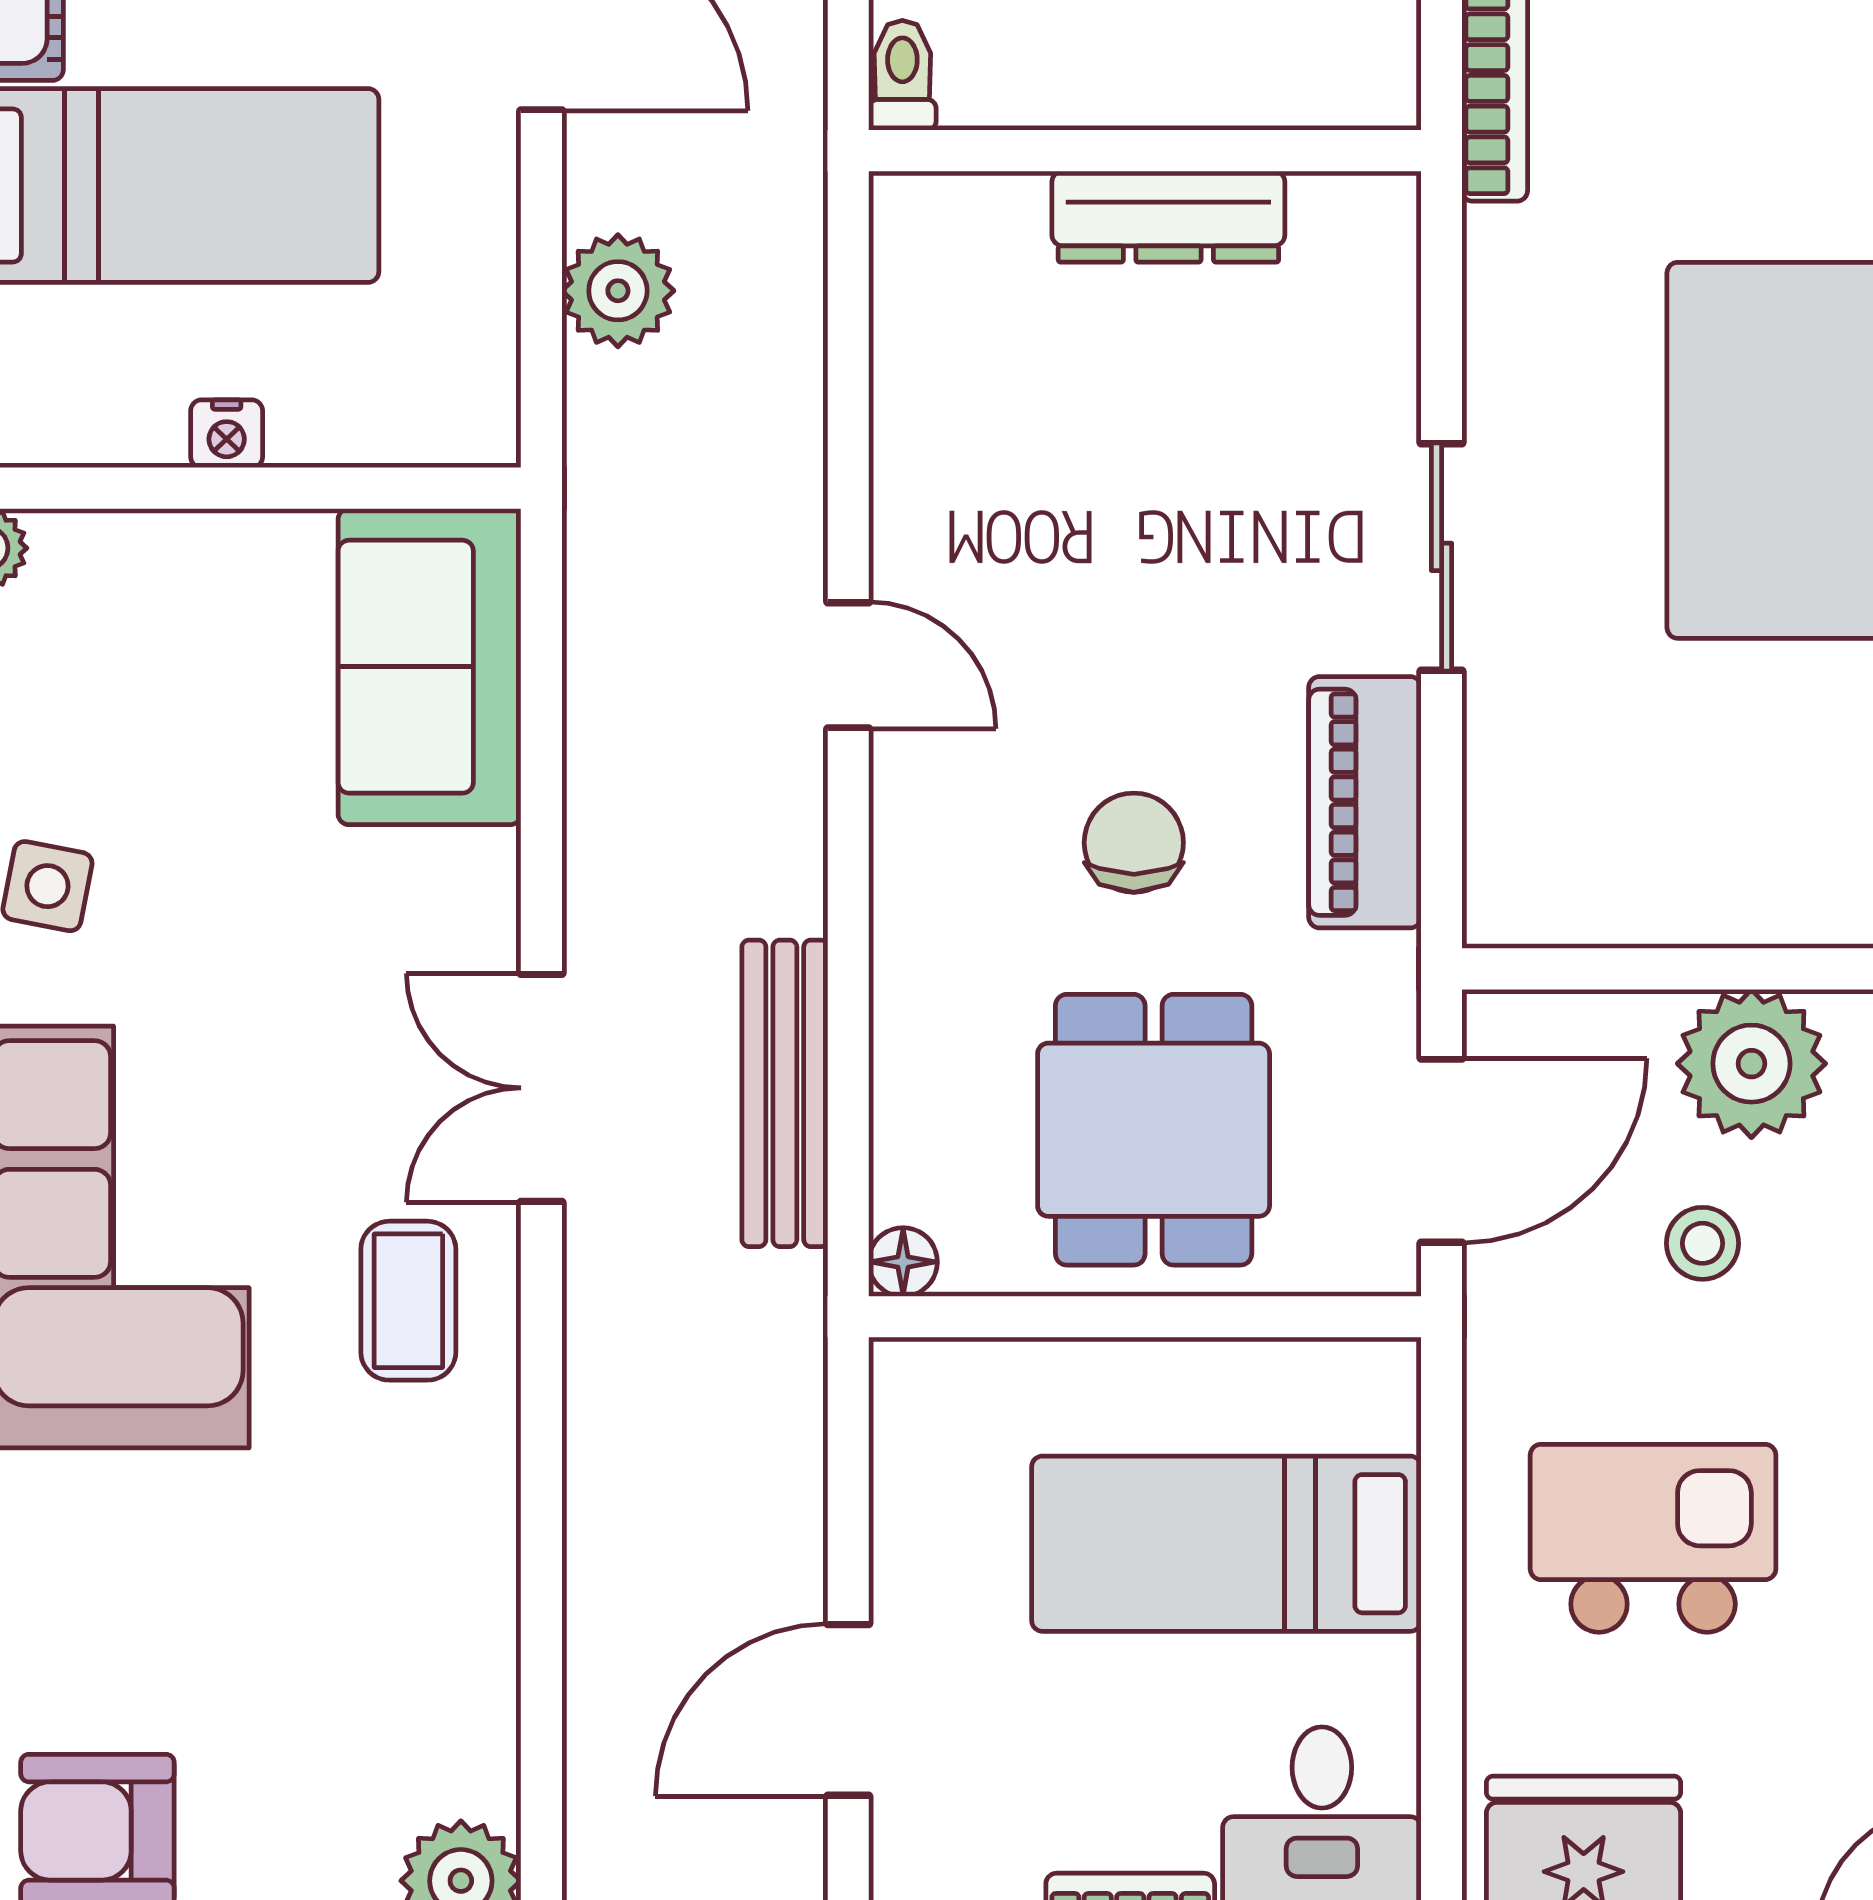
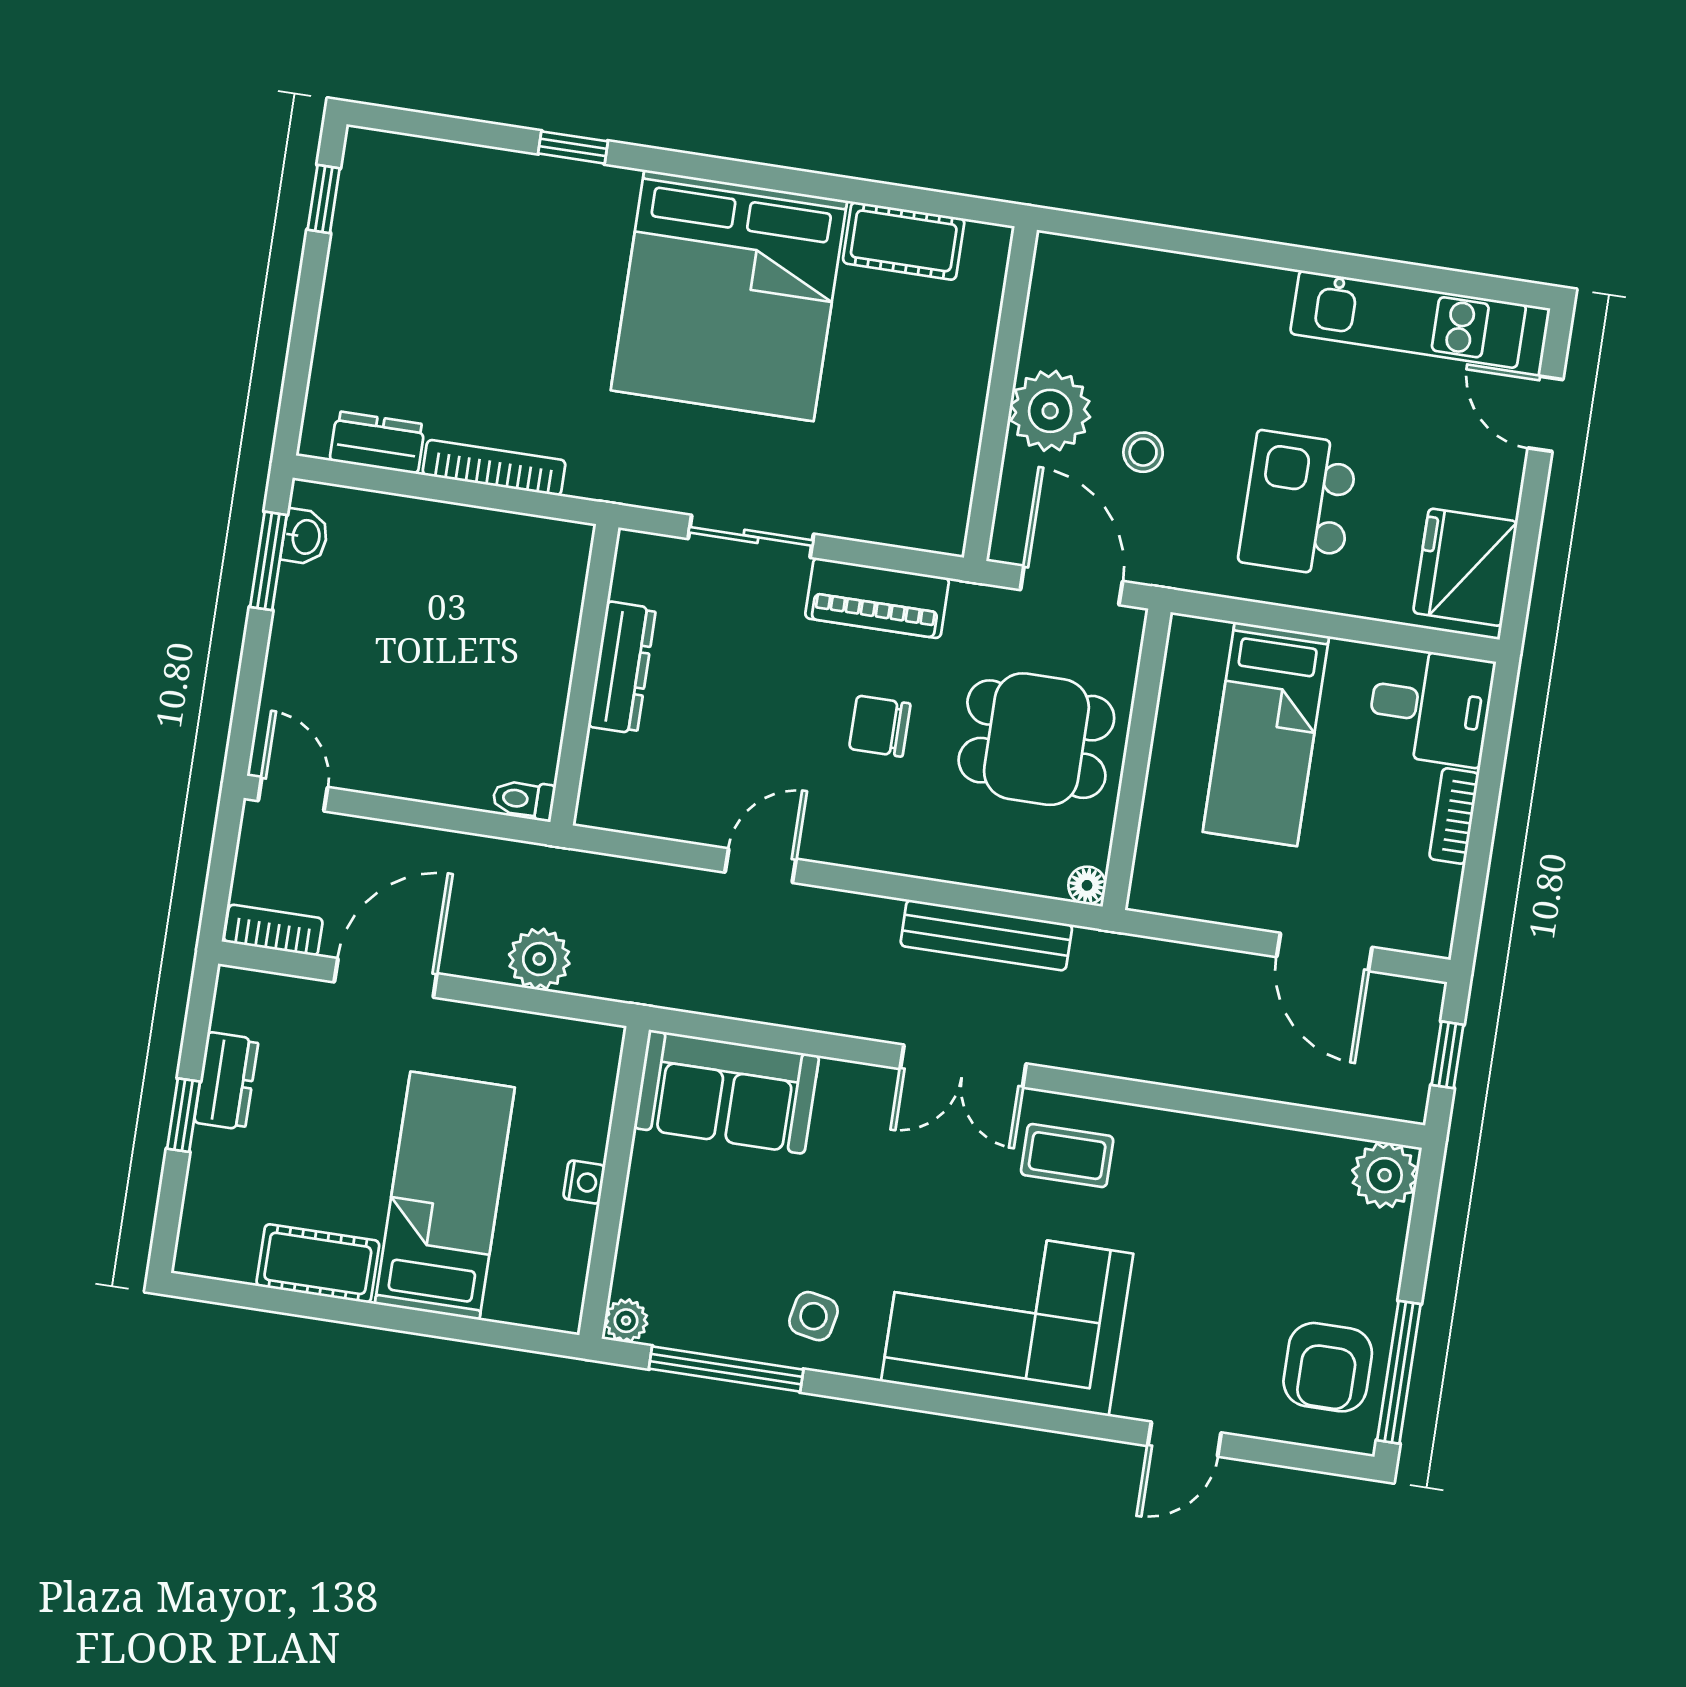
toilet: (902, 75) -> (524, 799), moved
wall: (1145, 151) -> (584, 675), moved
dresser: (1168, 217) -> (622, 668), moved

